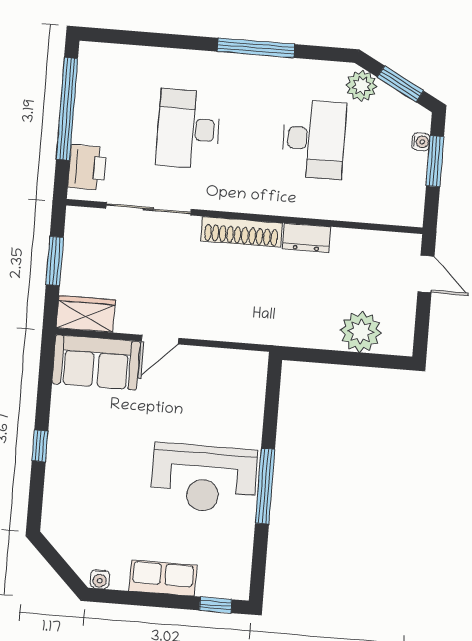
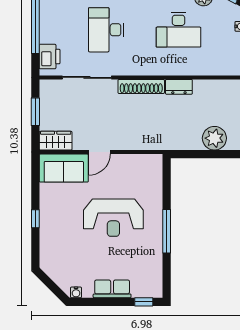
desk: (314, 139) -> (179, 30), turned 90
reception desk: (204, 478) -> (113, 218), moved

